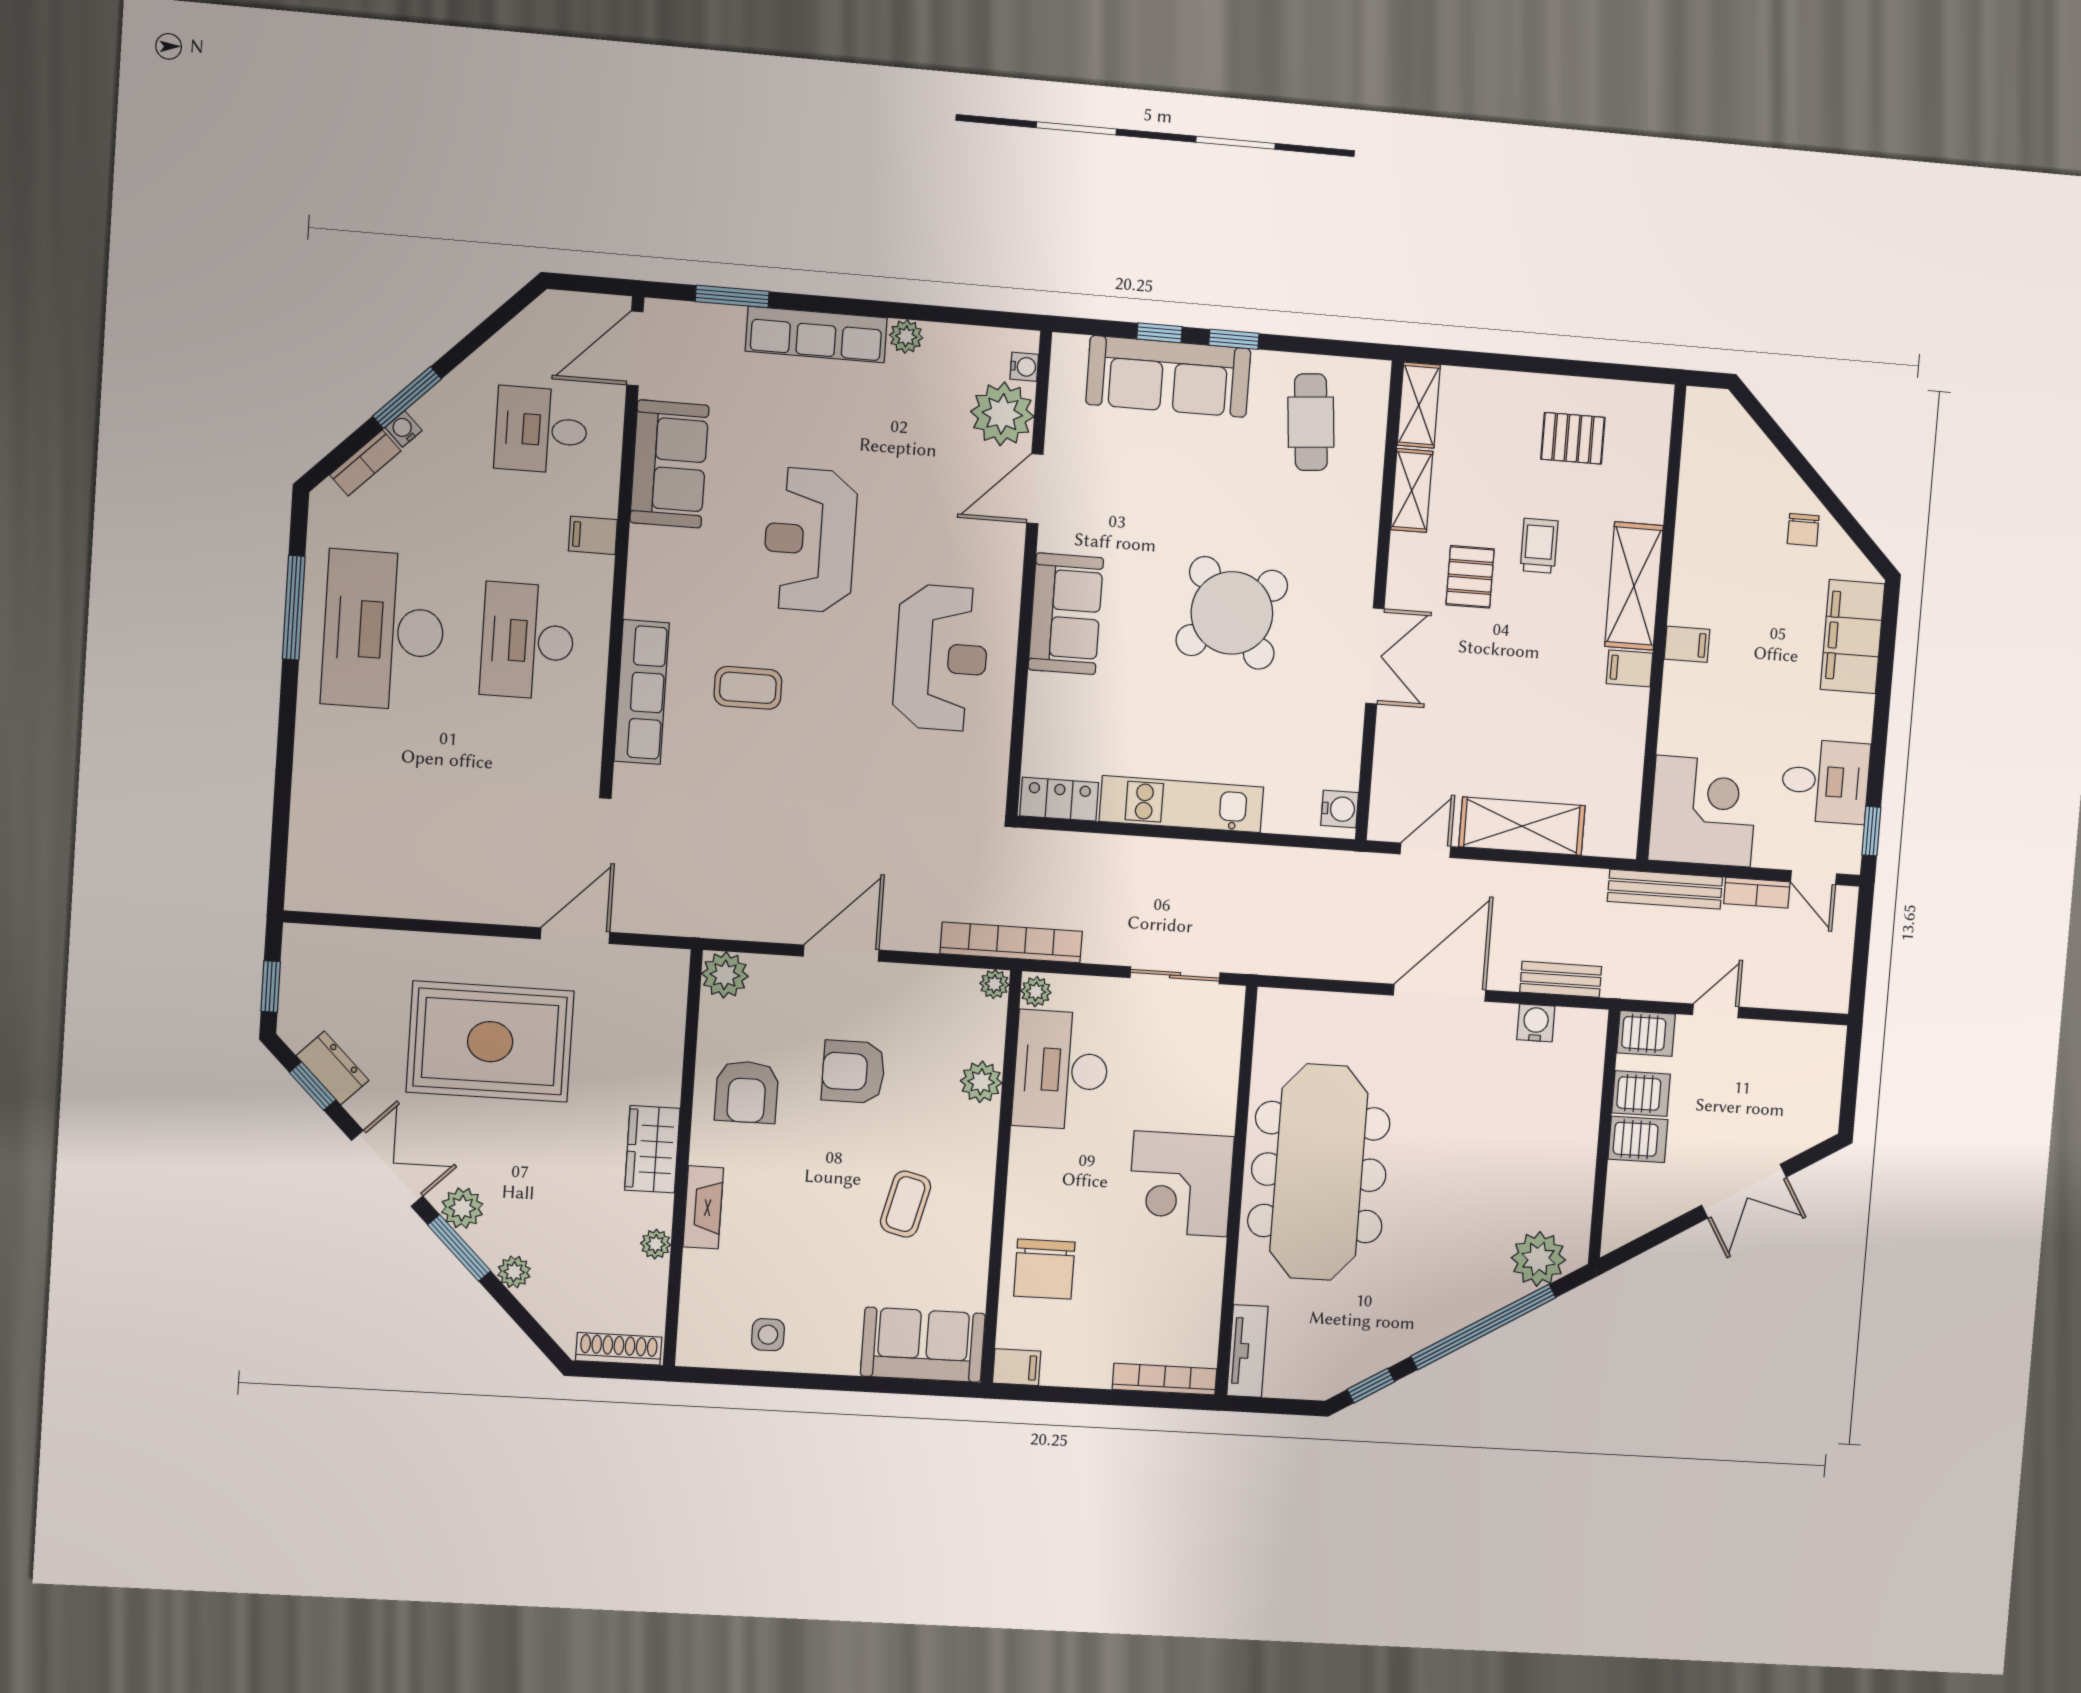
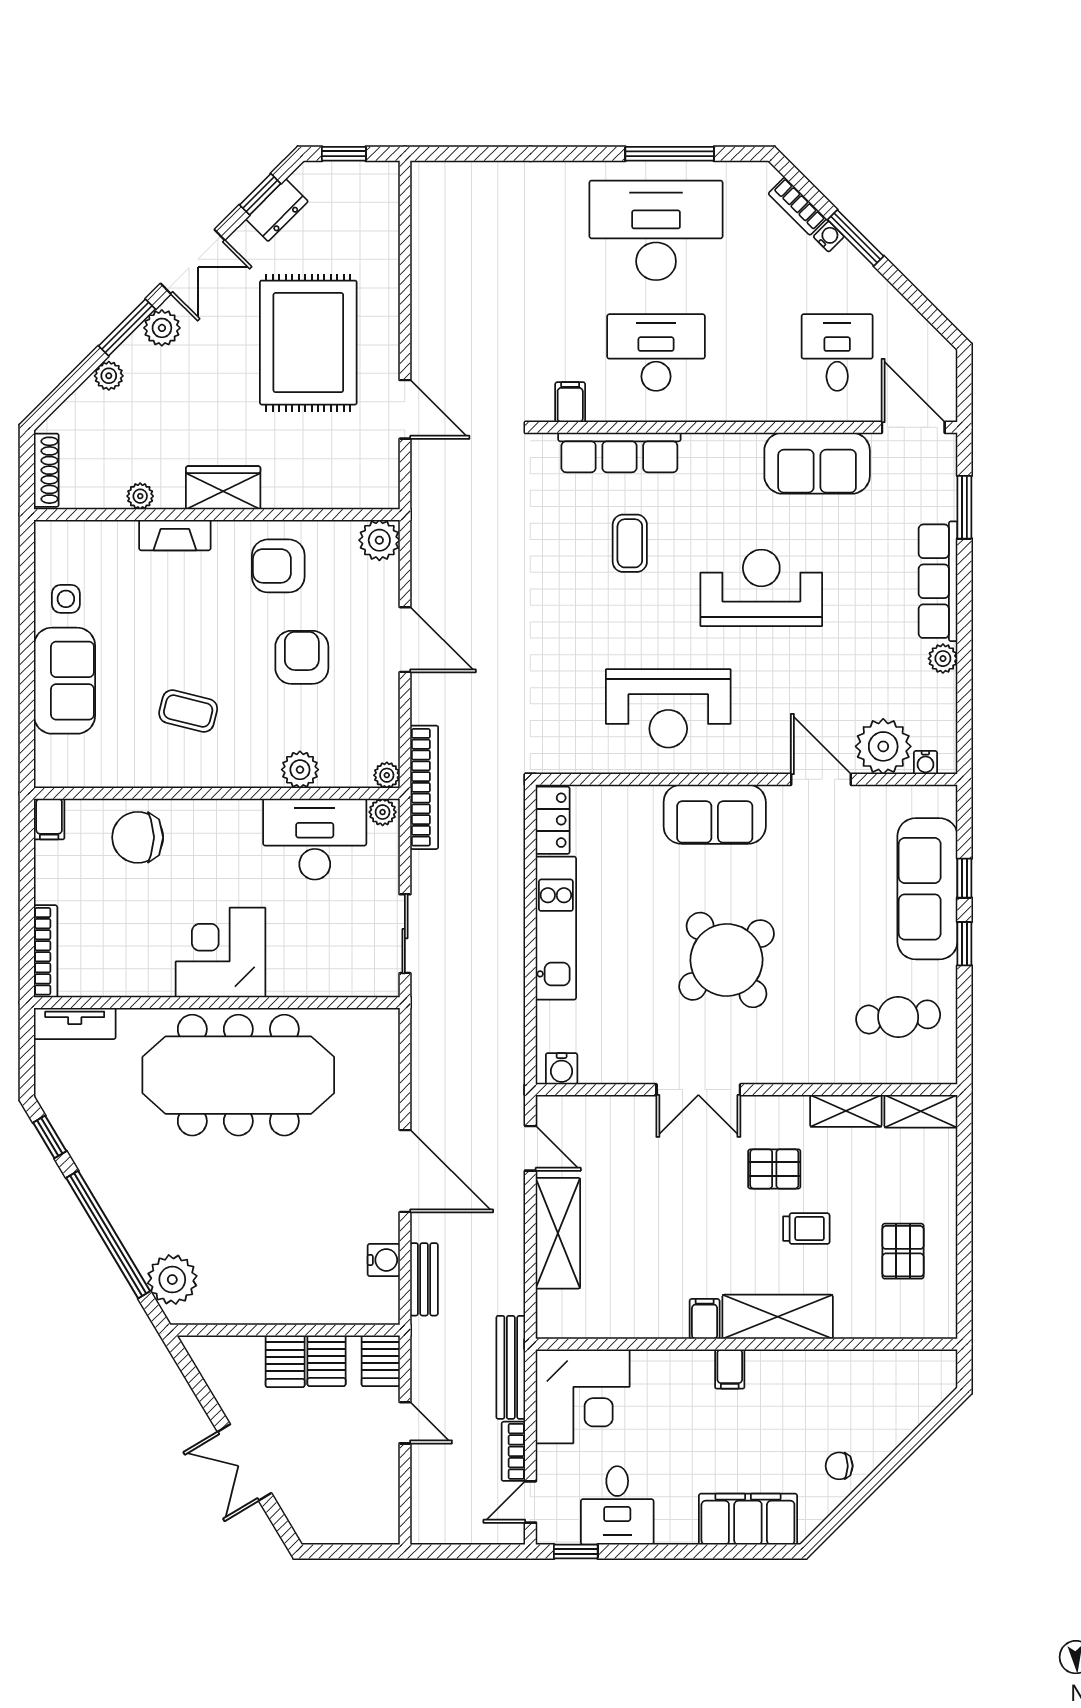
filing cabinet: (593, 535) -> (570, 402), moved
sofa: (923, 1345) -> (64, 681), moved

